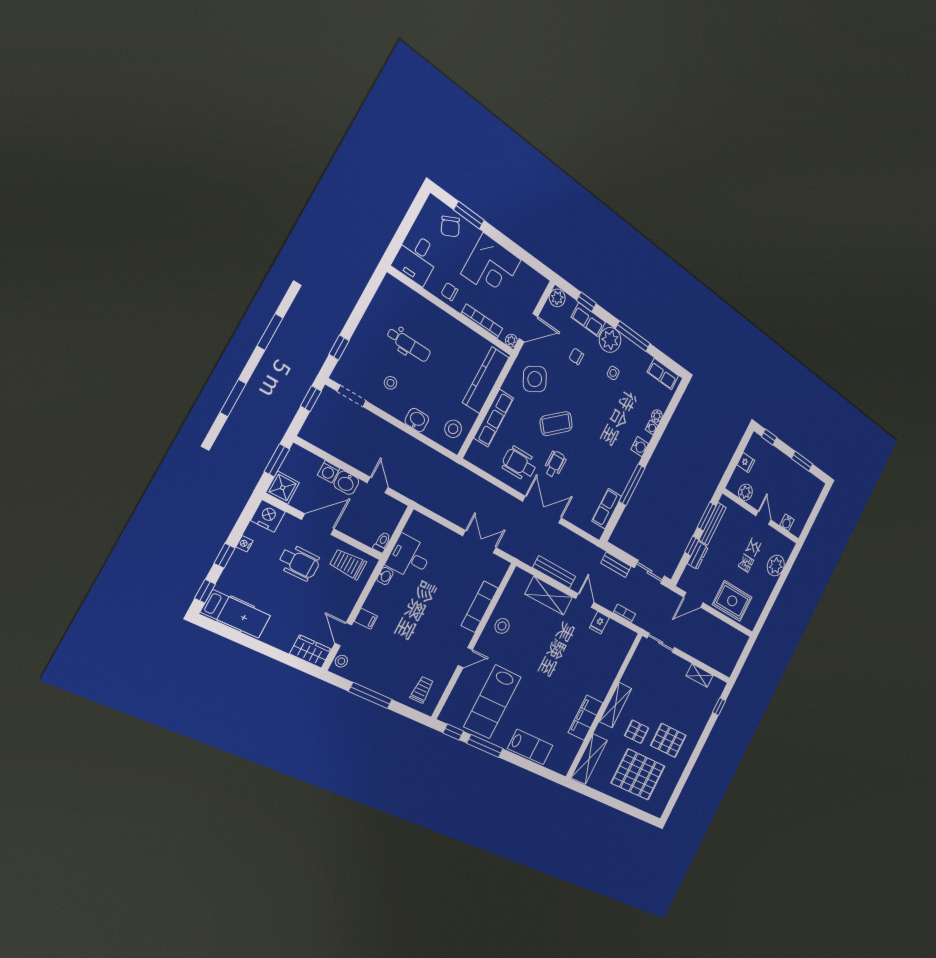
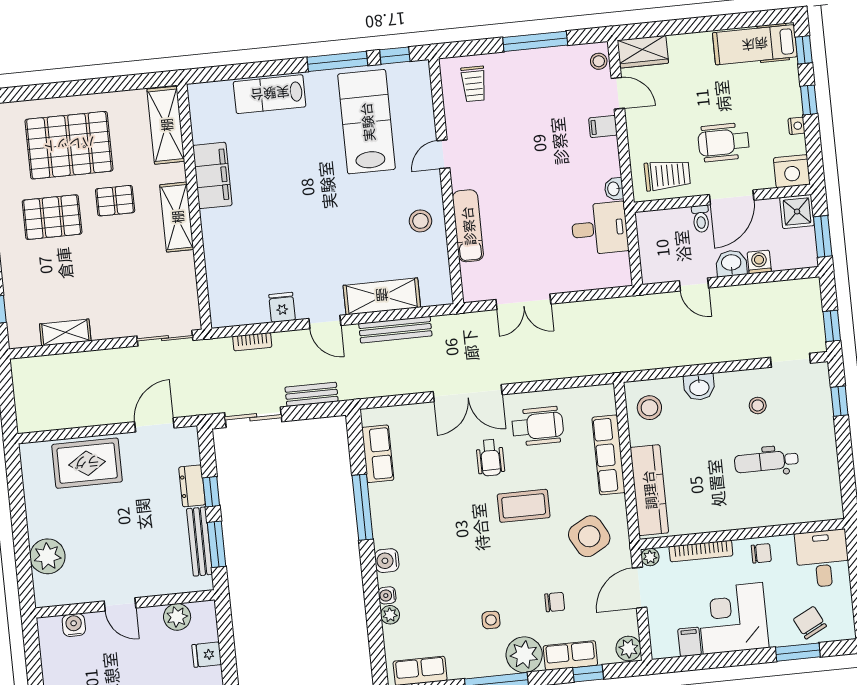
filing cabinet: (523, 274) -> (690, 642), added
coffee table: (556, 424) -> (524, 506), turned 40
toilet: (382, 542) -> (701, 219), moved

